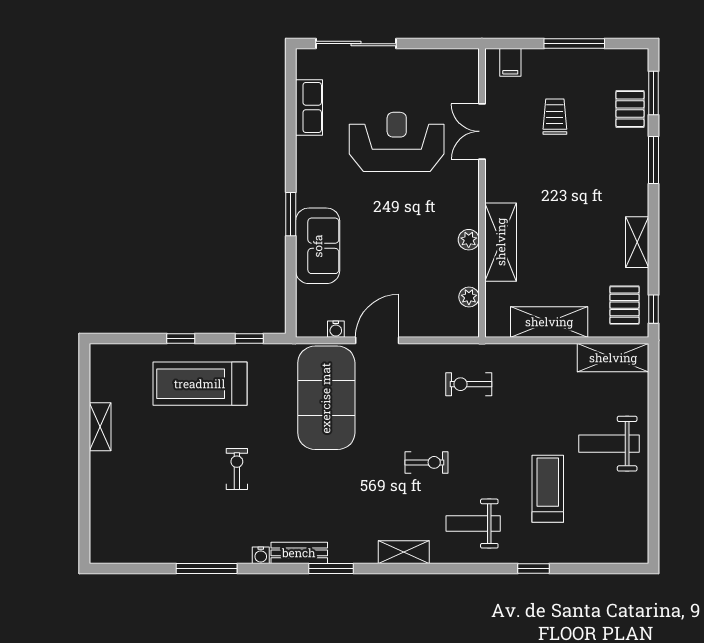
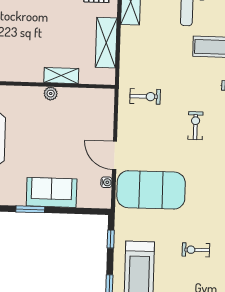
shelving: (501, 242) -> (61, 76), width x0.67, depth x0.75
plant: (469, 297) -> (88, 95), removed
exercise bike: (469, 384) -> (145, 96), turned -90

